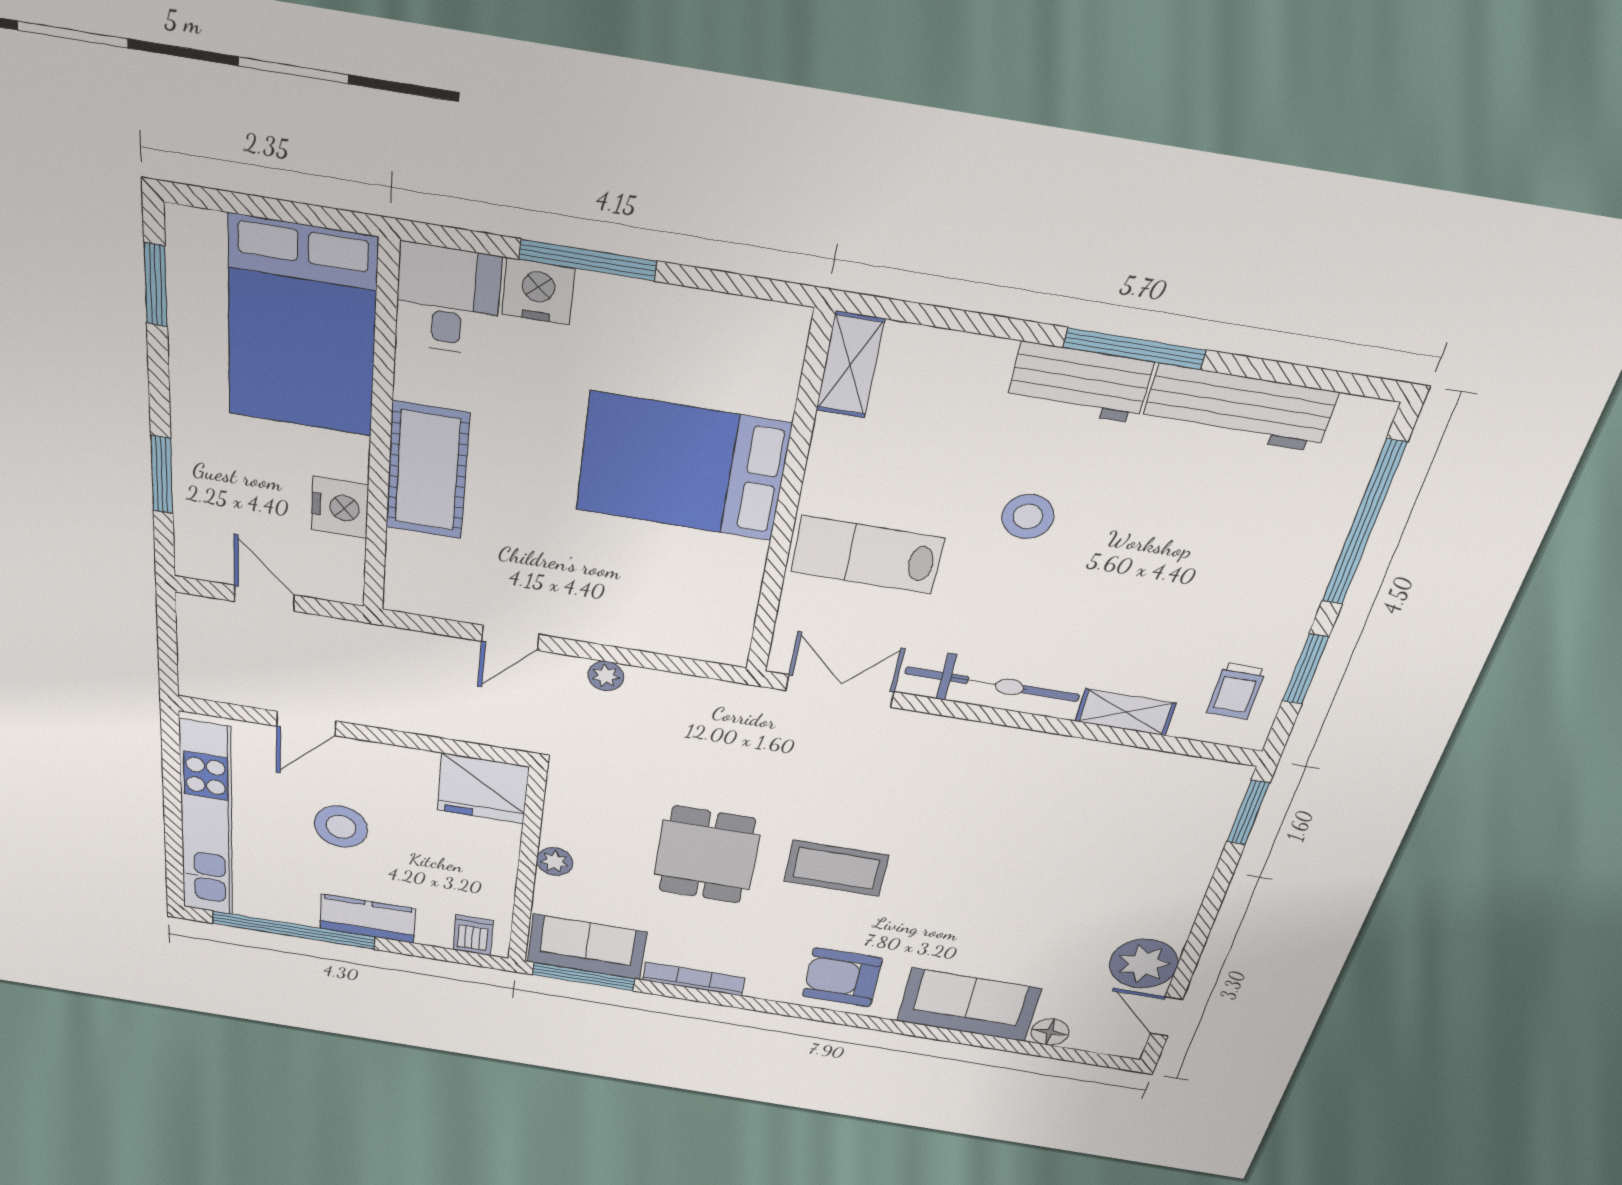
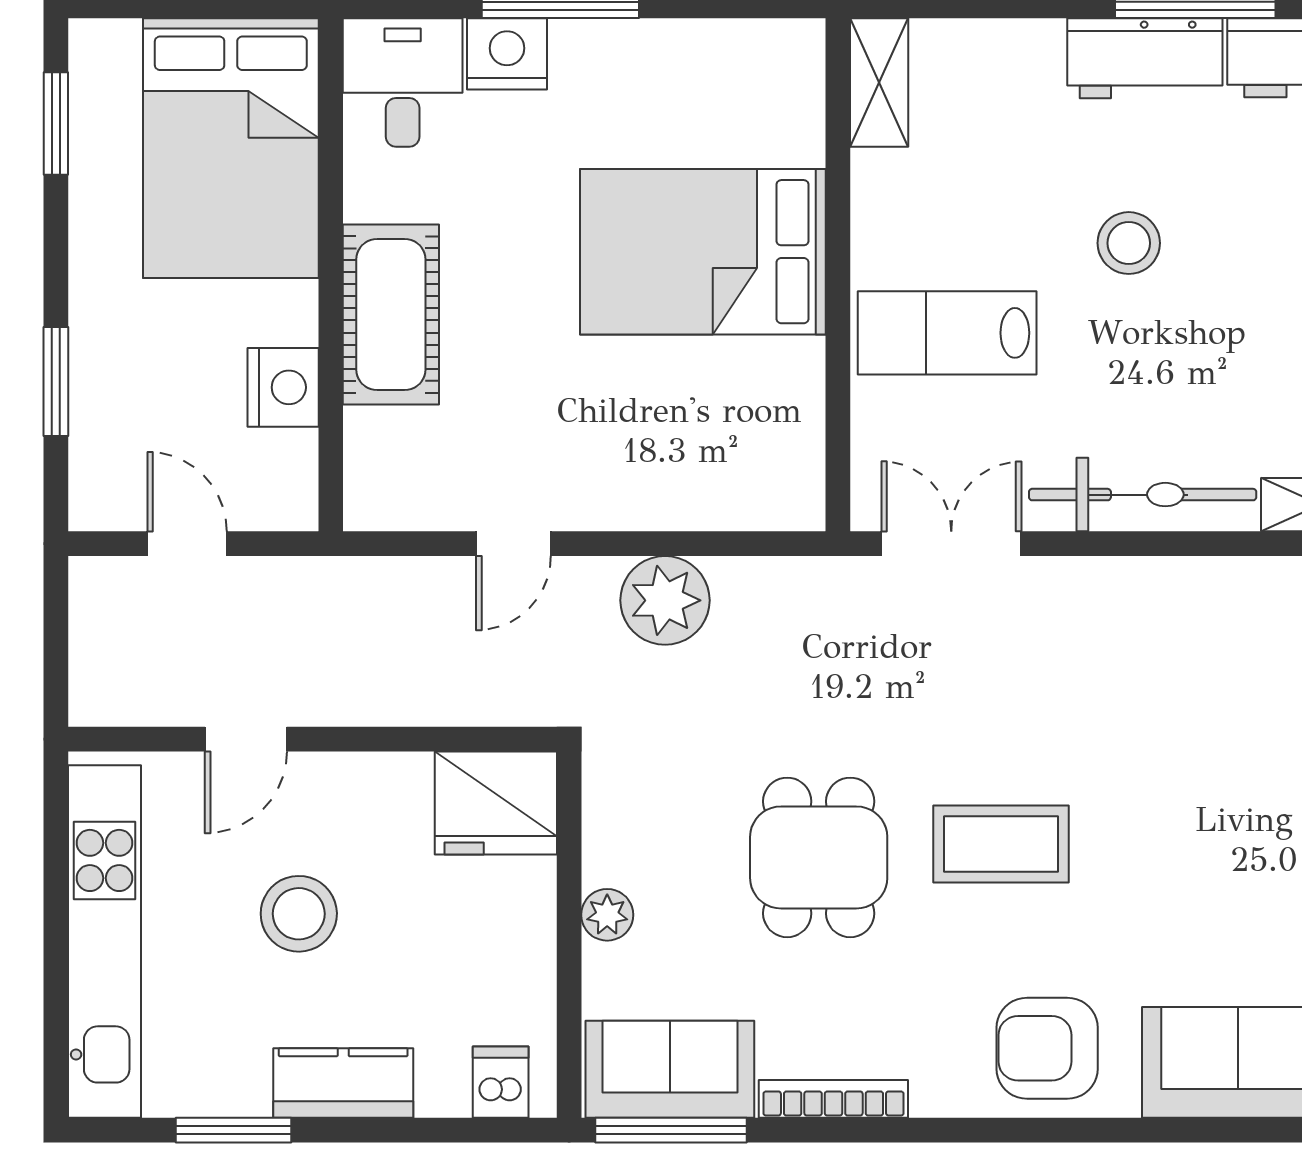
plant: (606, 676) -> (665, 600), width x1.88, depth x1.88
window: (294, 930) -> (233, 1130), width x0.47

